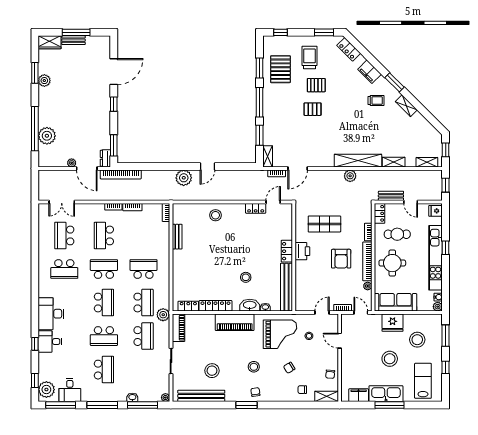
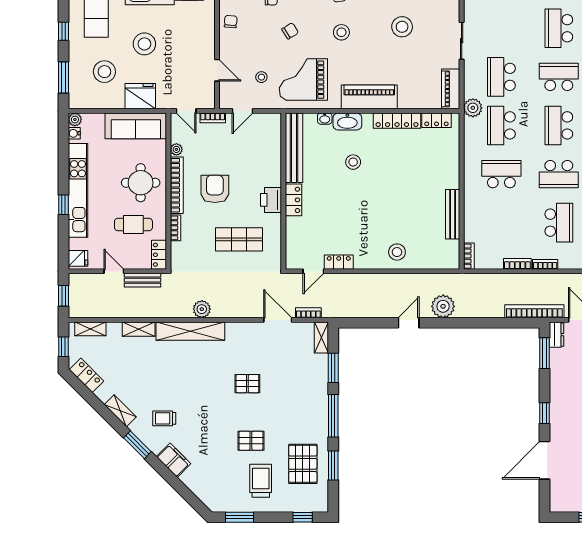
locker: (349, 49) -> (87, 375), moved
trolley: (309, 57) -> (261, 481), turned 180
pallet: (313, 109) -> (247, 384), moved
door: (298, 168) -> (278, 320), hinge flipped
bench: (177, 237) -> (453, 214), width x1.36
school desk: (144, 269) -> (501, 174), turned 180

